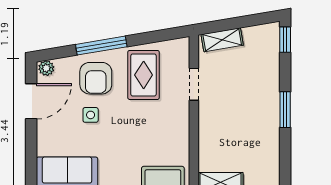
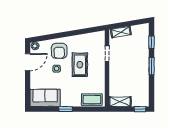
window: (285, 40) -> (152, 42), moved
window: (101, 46) -> (62, 35), removed
rug: (144, 75) -> (80, 65), moved

